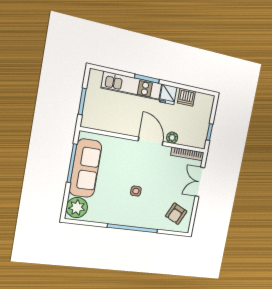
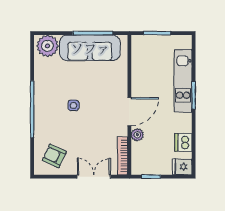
fridge: (168, 94) -> (182, 167), moved

